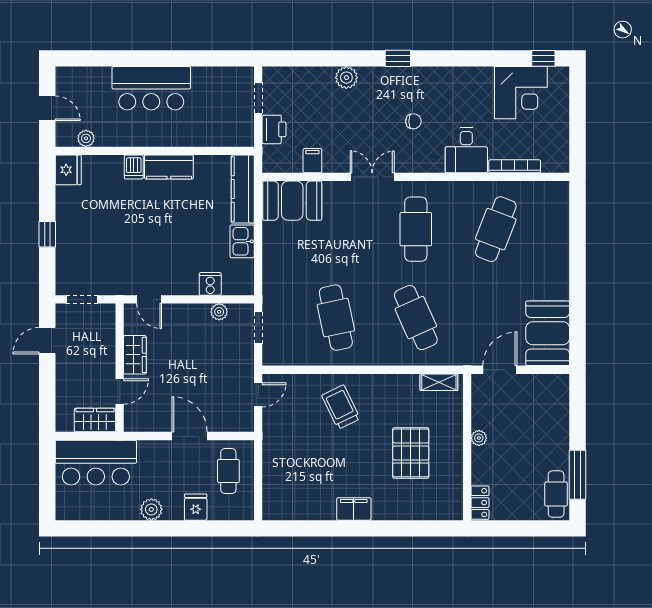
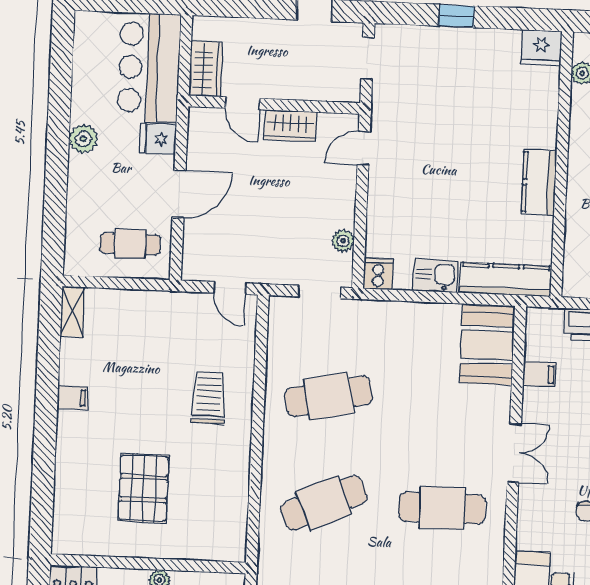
dishwasher: (134, 167) -> (541, 135), removed
cooker: (210, 284) -> (378, 274), moved, turned -90
shelving: (439, 382) -> (72, 312), moved
trolley: (341, 407) -> (209, 398), turned -64
pallet: (411, 453) -> (144, 488), turned 90
fridge: (196, 507) -> (158, 139), moved, turned 180
filing cabinet: (354, 509) -> (73, 398), width x0.50

